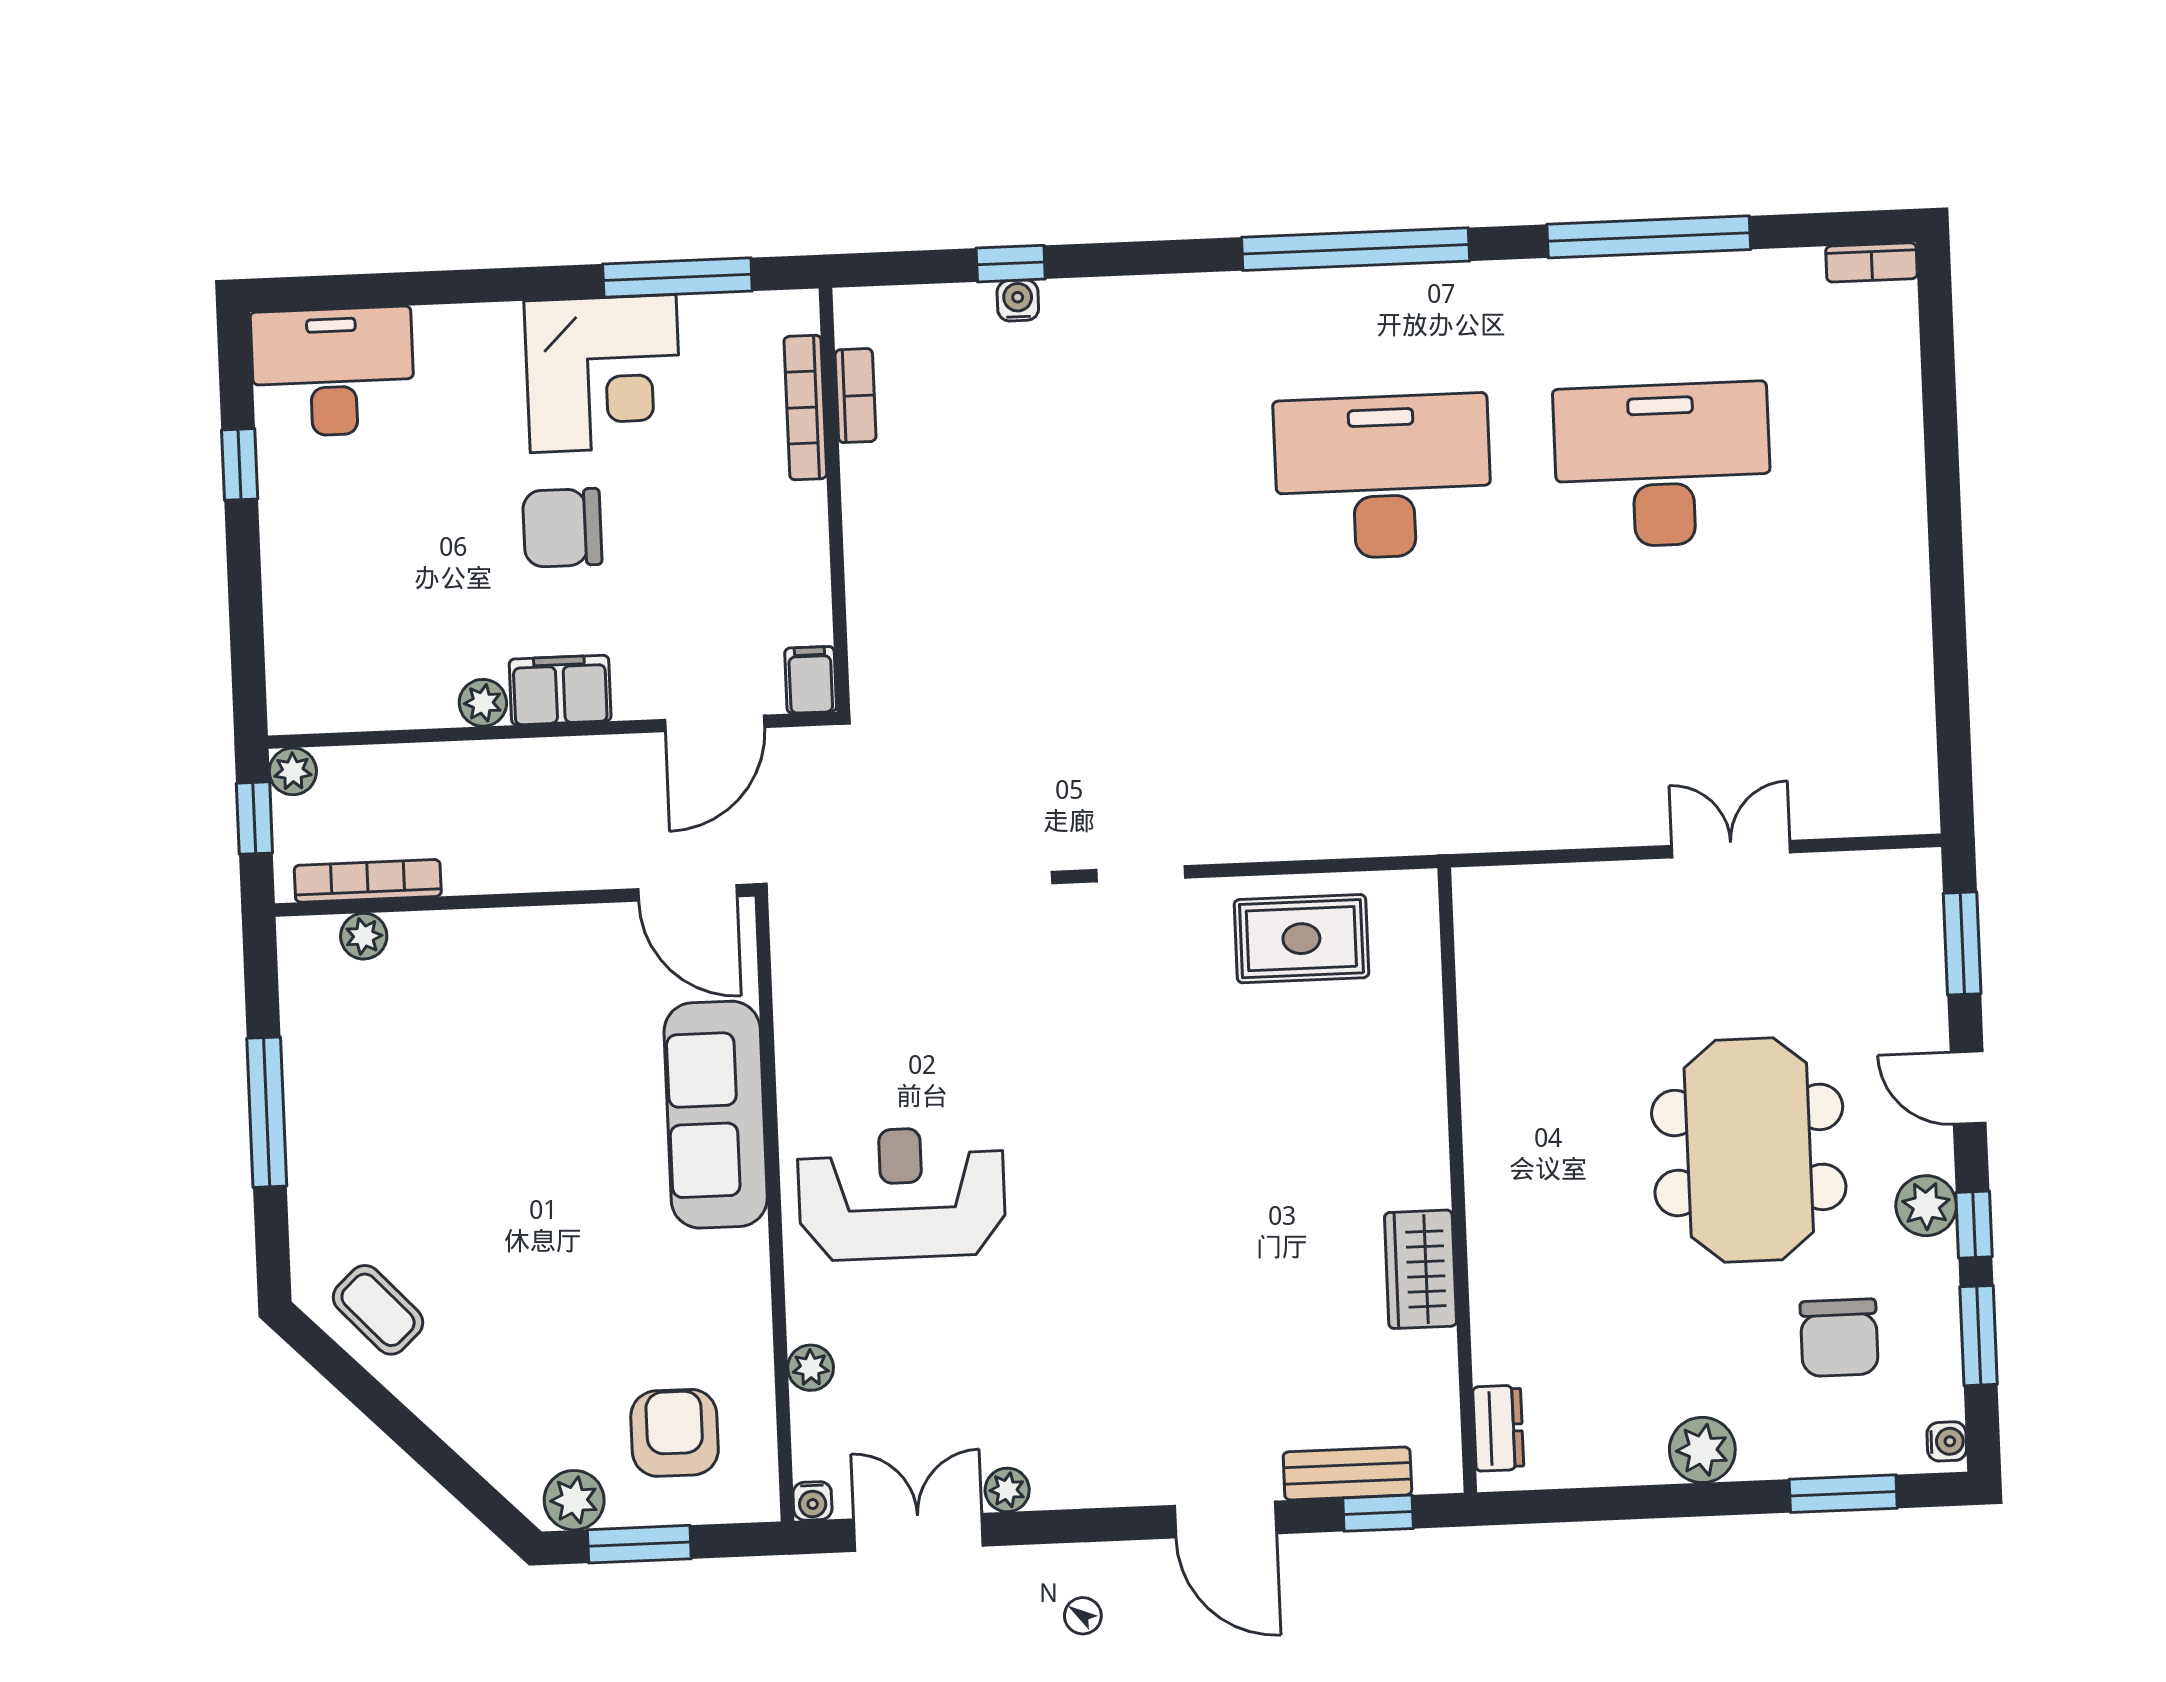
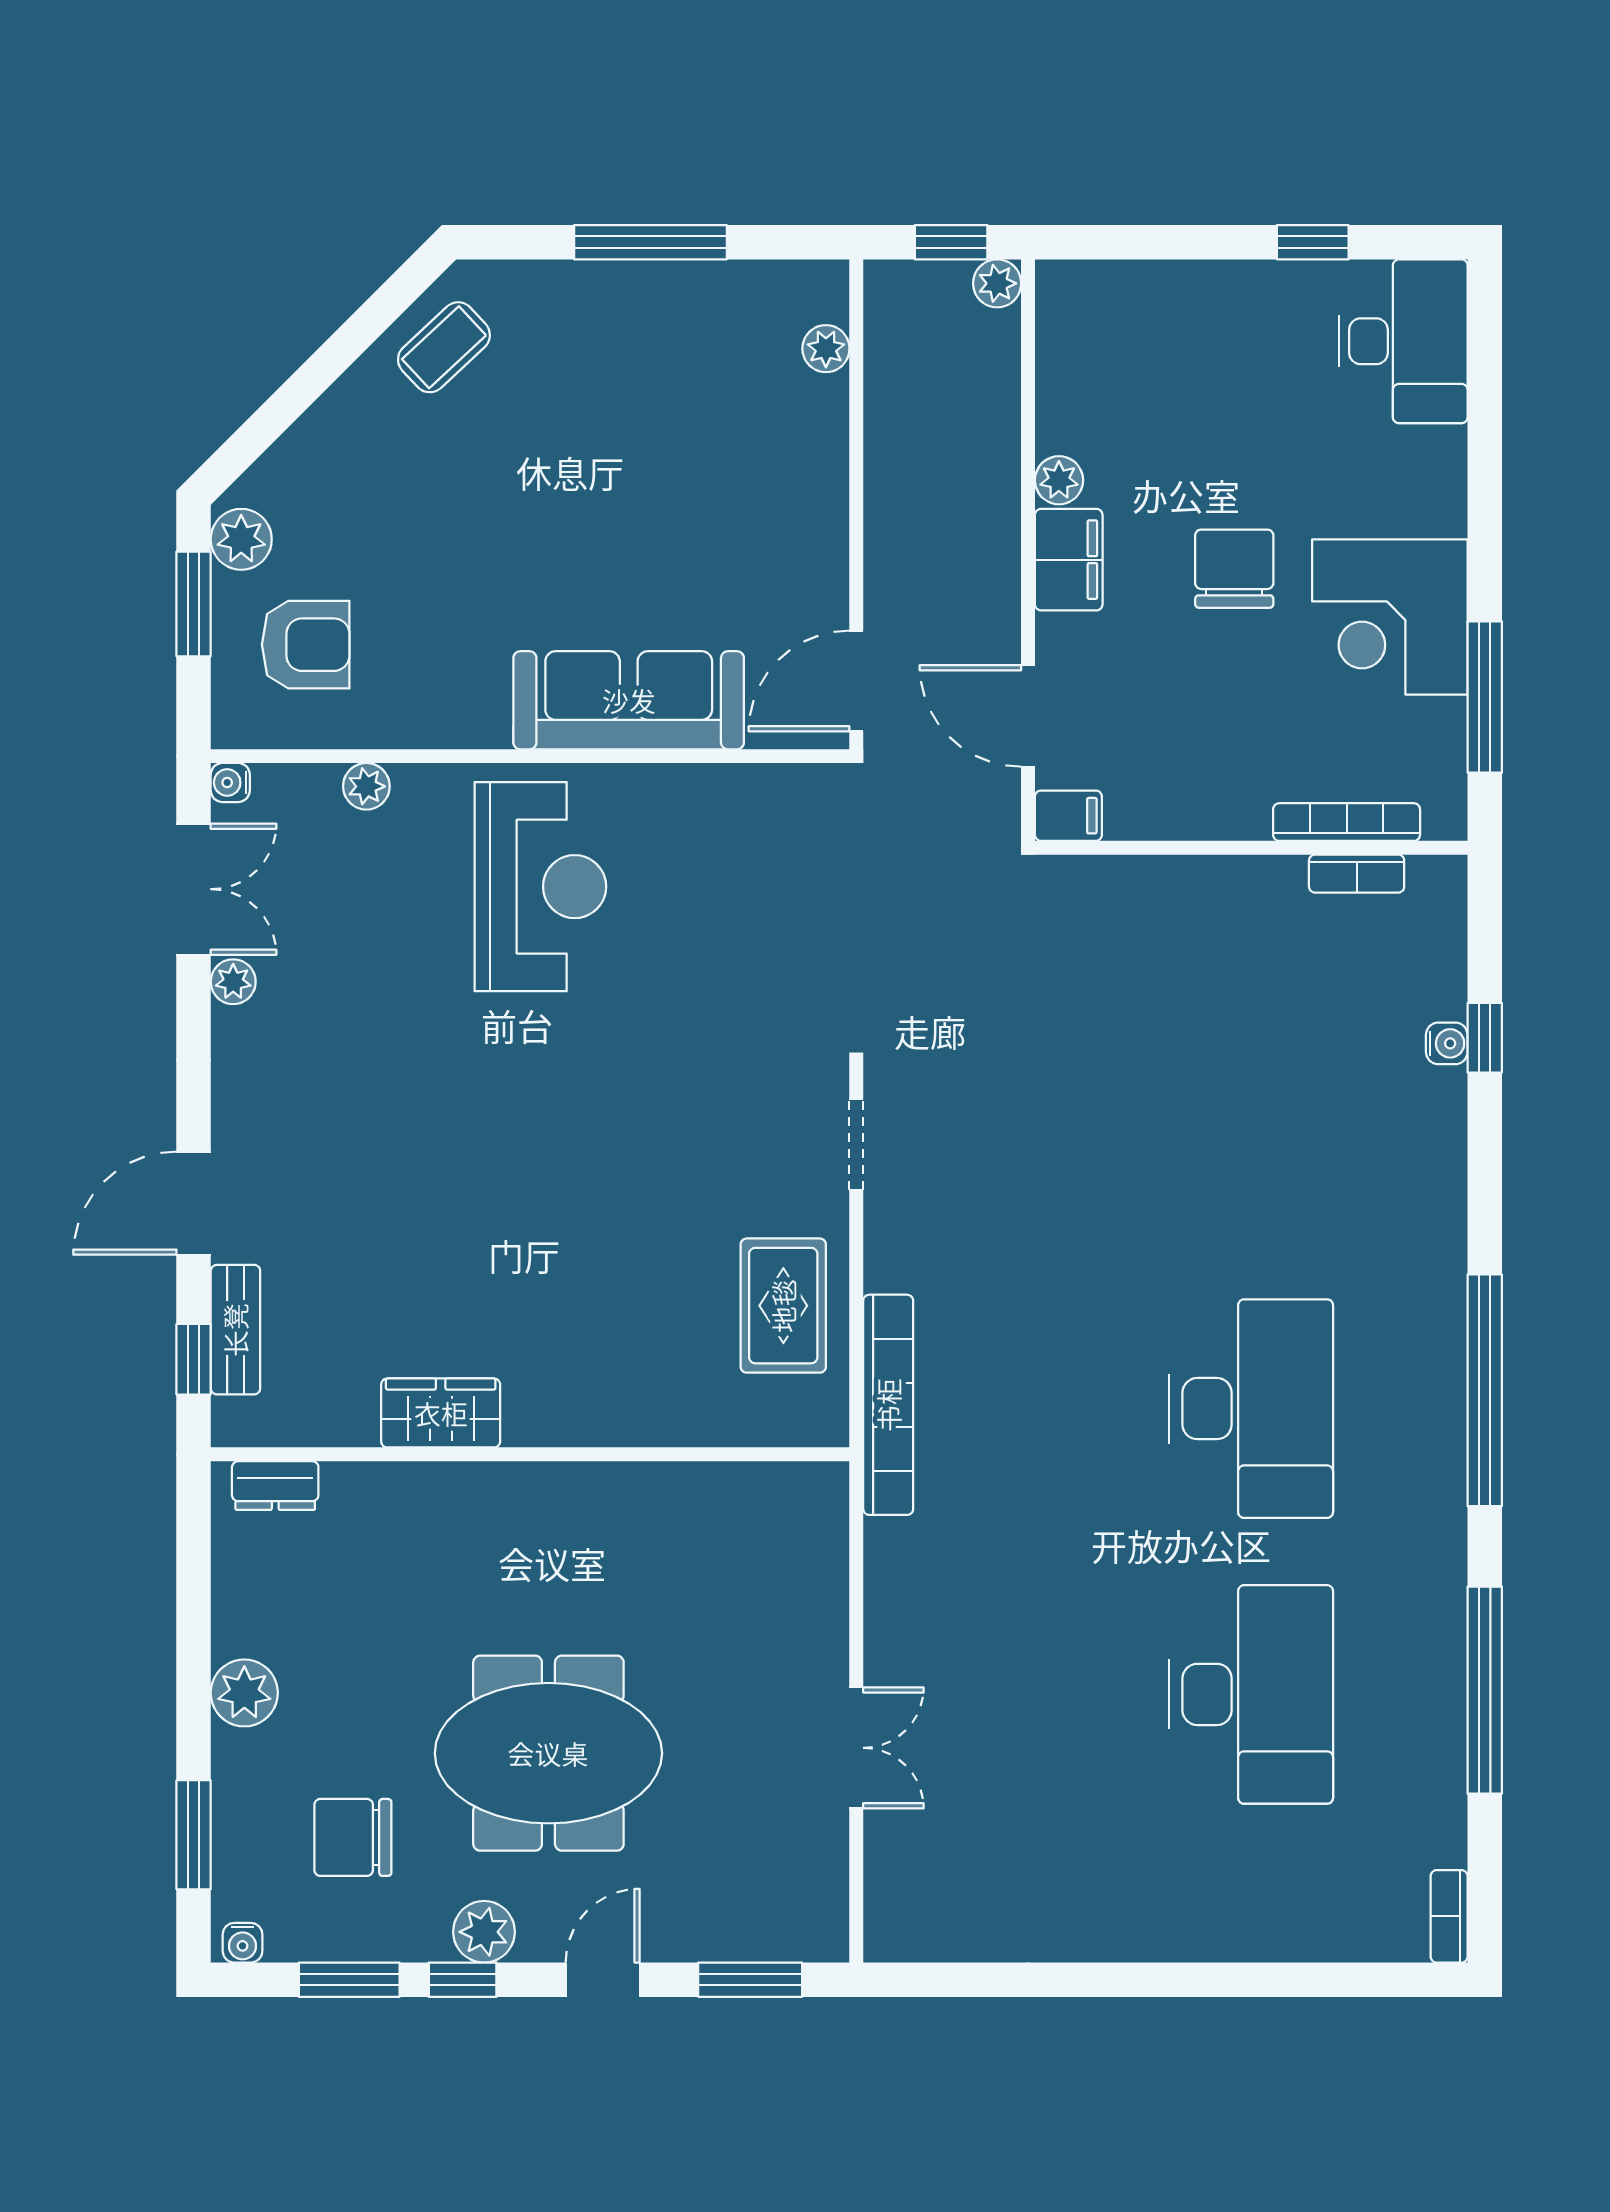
bookcase: (368, 881) -> (888, 1405), moved, width x1.48, depth x1.31

